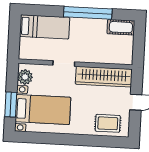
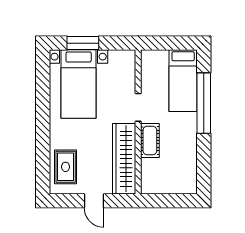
window: (88, 13) -> (204, 103), moved
cot: (121, 27) -> (150, 140), moved
plant: (25, 77) -> (119, 59), removed

